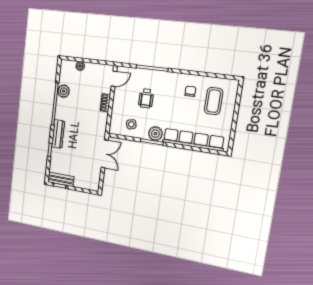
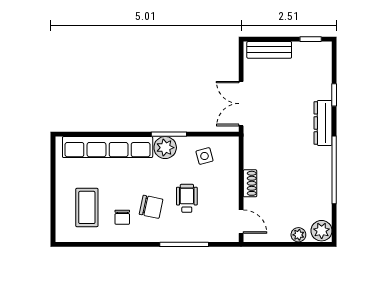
door: (114, 79) -> (241, 222), swing flipped
plant: (64, 91) -> (322, 231), moved
chair: (170, 96) -> (151, 207), added
bench: (61, 179) -> (269, 50), moved

